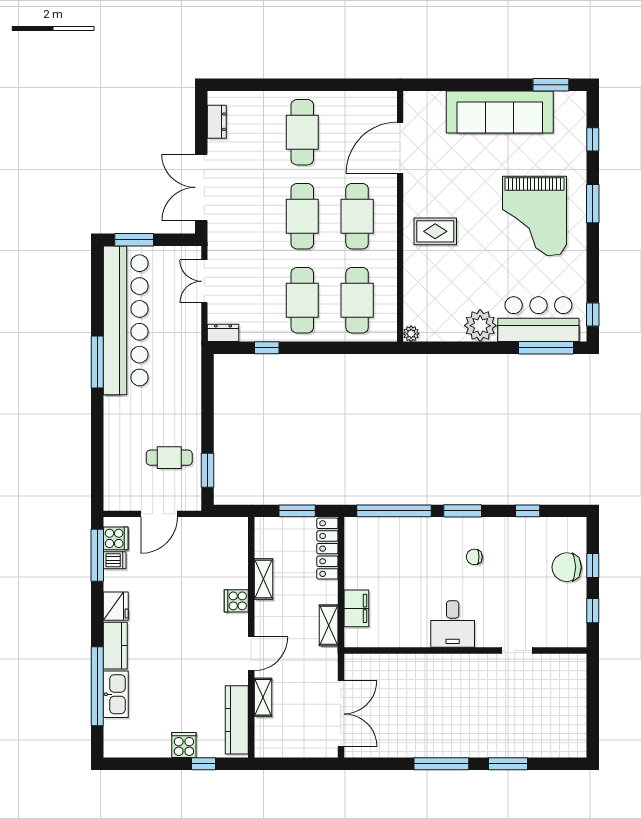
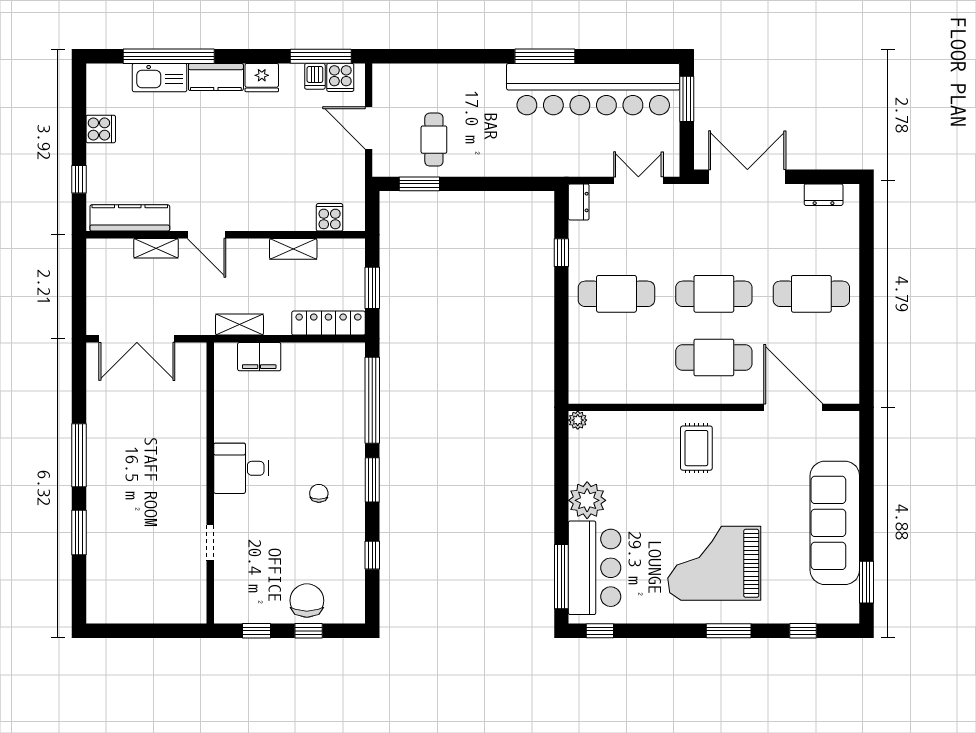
cafe table: (357, 300) -> (616, 357), removed
cooker: (236, 601) -> (330, 217), moved
cooker: (184, 745) -> (101, 129), moved

